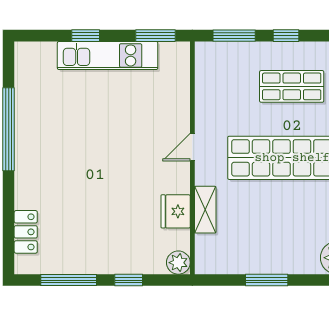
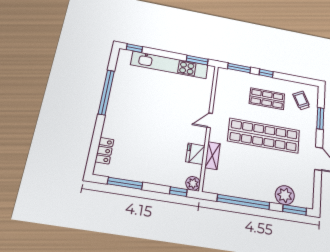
window: (86, 36) -> (134, 48), moved
kitchen unit: (108, 55) -> (170, 65), width x1.36
window: (129, 280) -> (178, 192), moved
window: (267, 280) -> (243, 202), width x2.11

